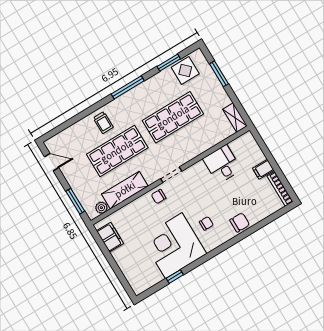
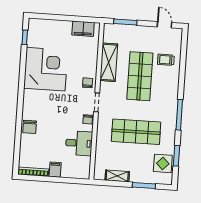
shop shelf: (173, 117) -> (136, 132), turned 90
shelving: (235, 118) -> (117, 176), moved
trolley: (103, 123) -> (166, 60), moved
door: (52, 162) -> (164, 25), swing flipped
plant: (101, 208) -> (108, 37), removed
chair: (206, 223) -> (88, 119), moved
window: (175, 277) -> (25, 37), moved

